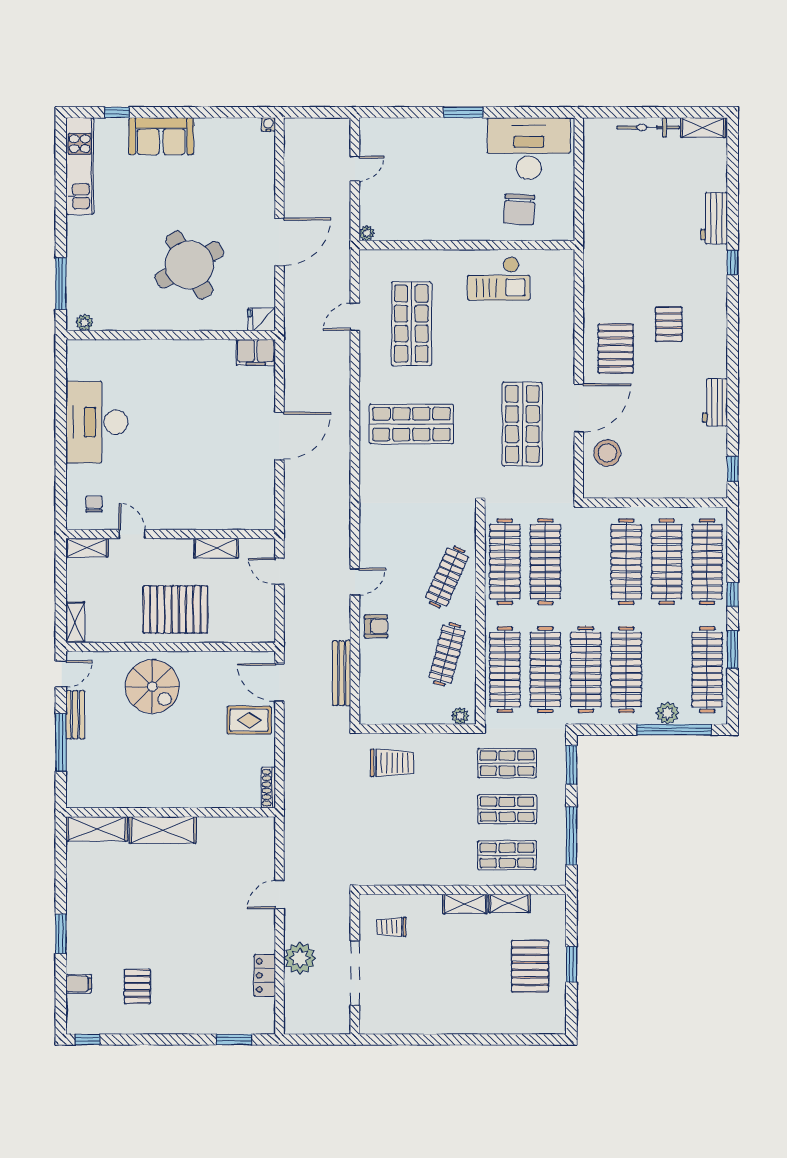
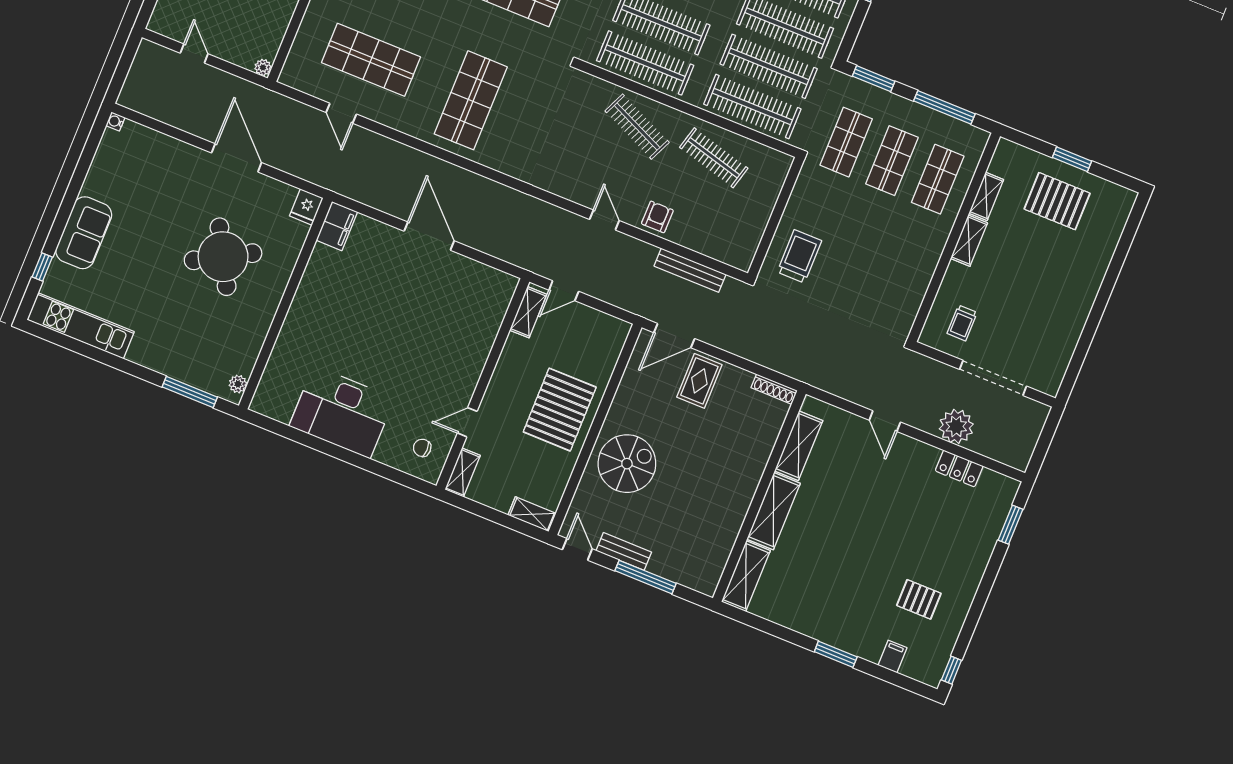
shelving: (216, 548) -> (528, 312), moved
plant: (460, 716) -> (780, 170), removed
shelving: (228, 829) -> (799, 446), added

